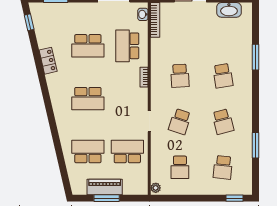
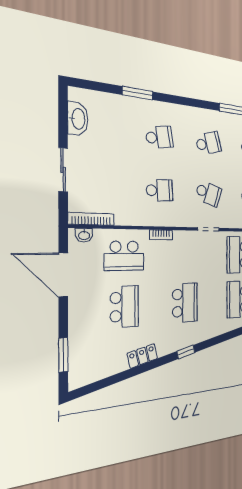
window: (29, 22) -> (186, 352), moved

